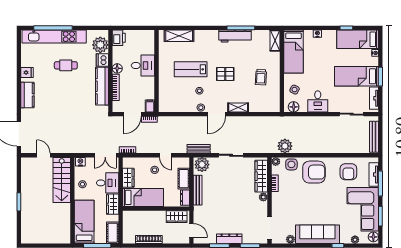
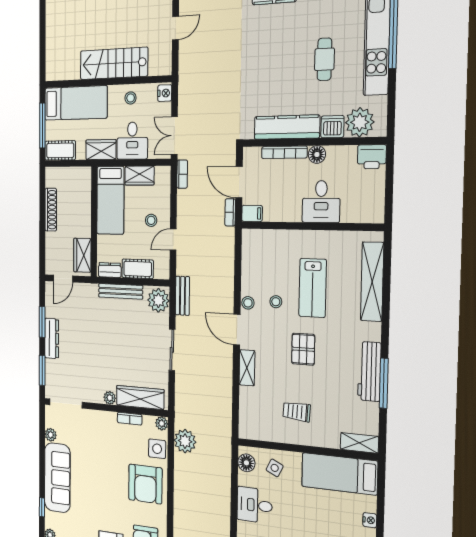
shelving: (179, 36) -> (372, 282), width x1.47
lab bench: (191, 69) -> (313, 288), turned 180
stairs: (62, 180) -> (114, 63), moved

